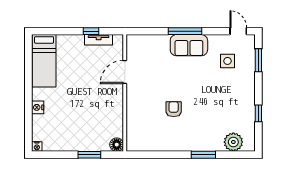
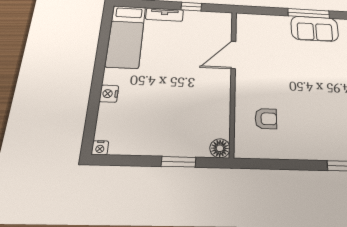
tv unit: (99, 40) -> (165, 15), moved
armchair: (174, 109) -> (266, 119), moved, turned 90

